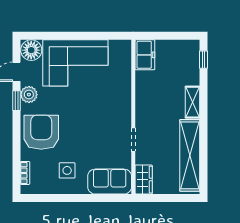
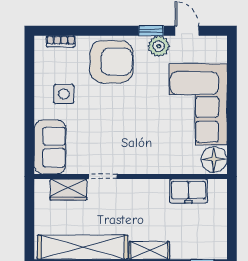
floor lamp: (31, 50) -> (214, 159), moved
freezer: (145, 55) -> (189, 191), moved
wardrobe: (144, 180) -> (68, 189), moved

